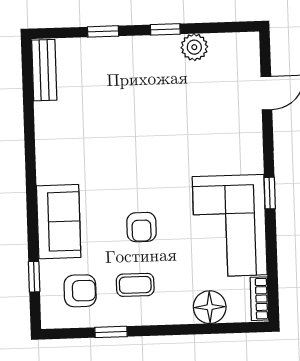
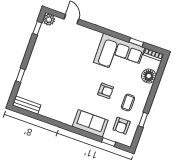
window: (165, 29) -> (37, 28), moved
plant: (194, 47) -> (49, 20), moved
window: (270, 193) -> (136, 42), moved
armchair: (80, 291) -> (122, 126), turned 180

